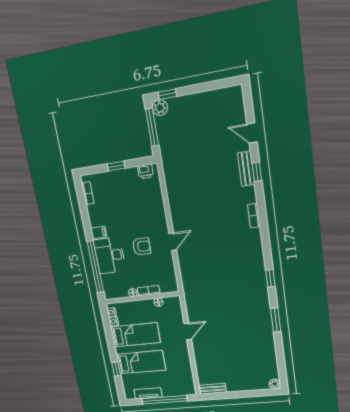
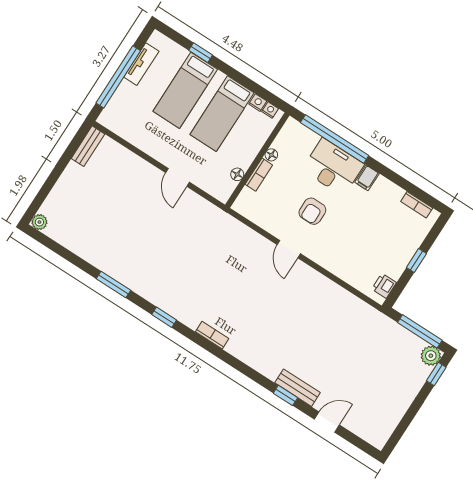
bookcase: (254, 216) -> (212, 335), moved

